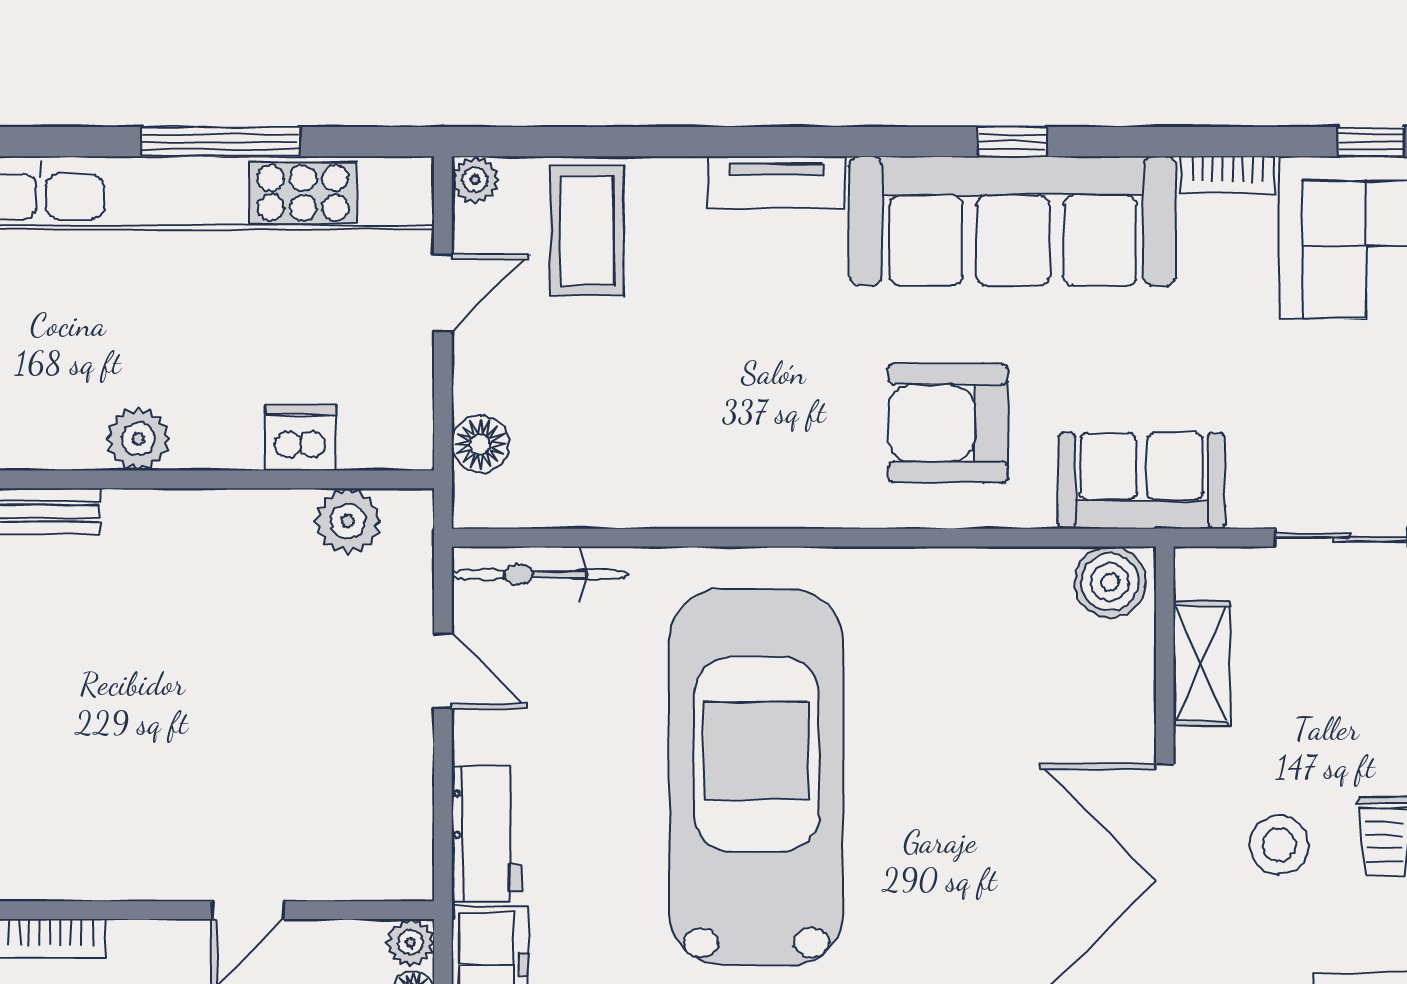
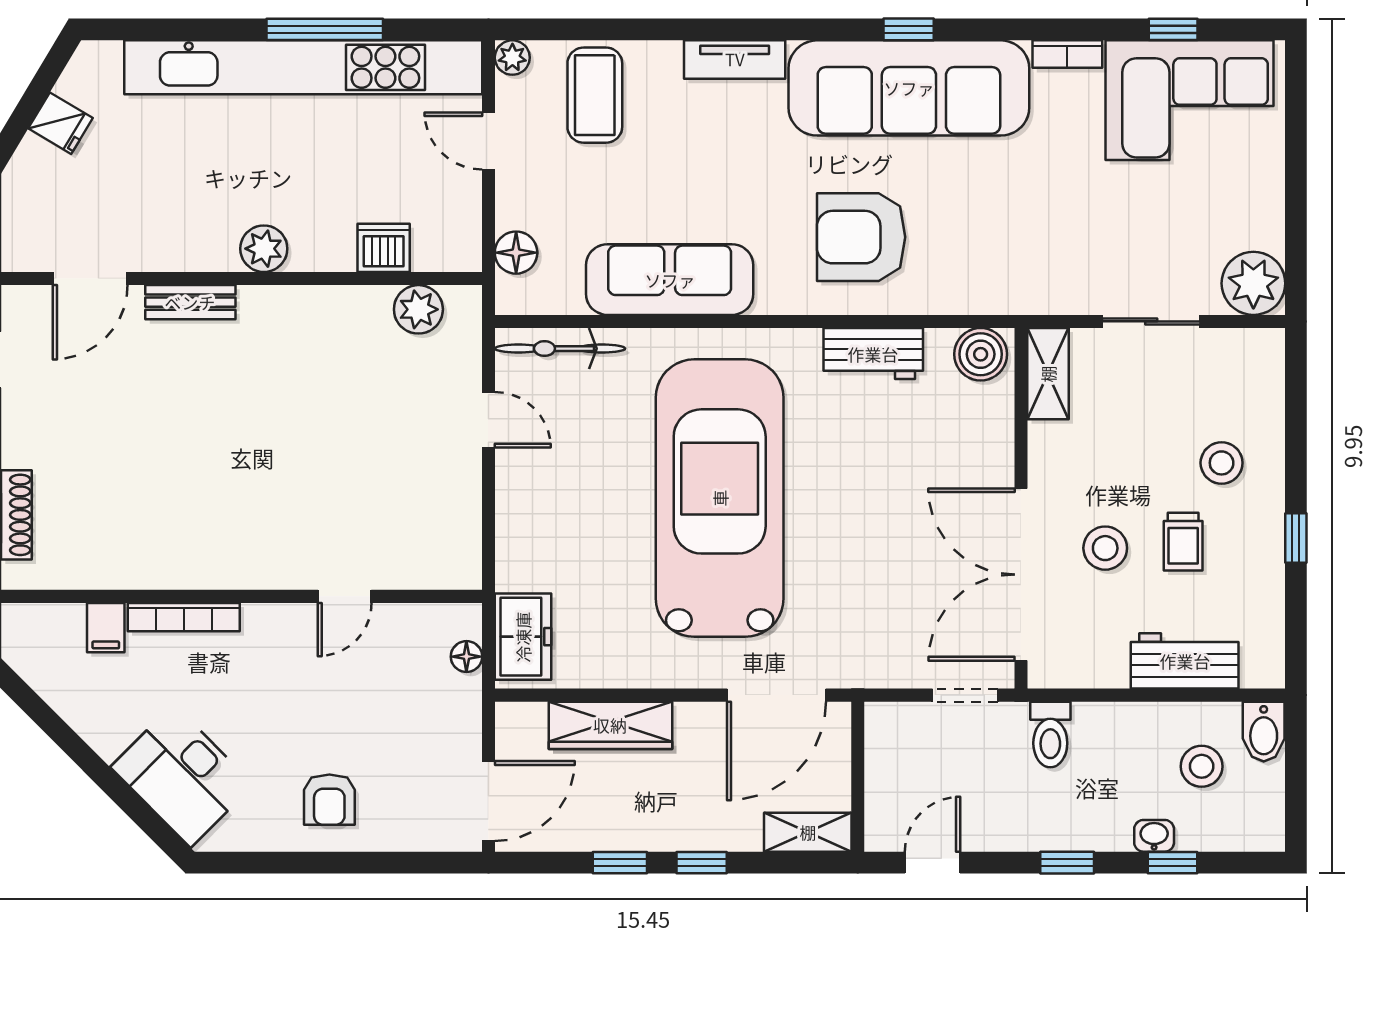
door: (443, 293) -> (488, 141), swing flipped
sofa: (1142, 481) -> (670, 280), moved, width x1.36
shelving: (1201, 663) -> (1048, 374), moved
workbench: (486, 834) -> (873, 354), moved, turned 90
plant: (410, 942) -> (465, 620), removed

